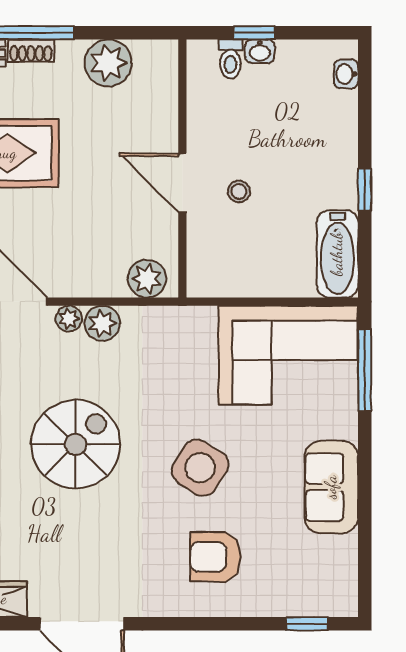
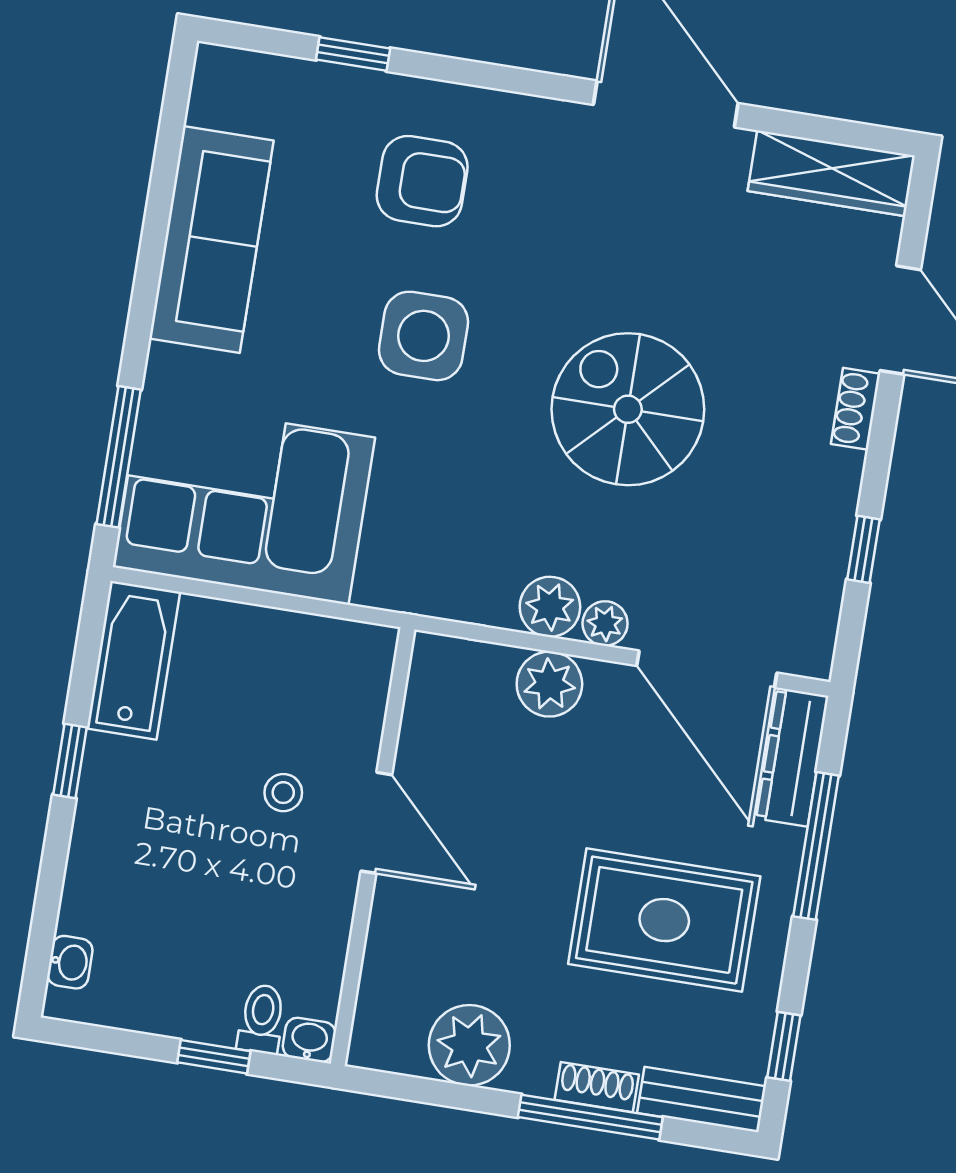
washbasin: (260, 51) -> (309, 1040), moved
plant: (147, 279) -> (549, 684), moved
spiral stairs: (76, 444) -> (628, 409), turned 90
side table: (200, 468) -> (423, 336), turned -33
sofa: (331, 487) -> (211, 239), width x1.36
window: (307, 624) -> (353, 54), moved

